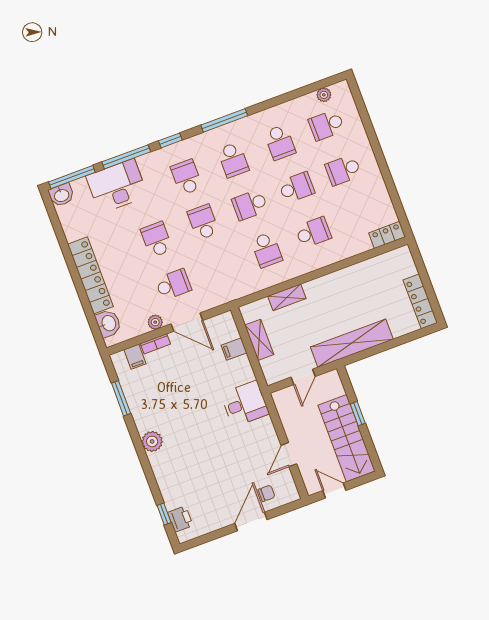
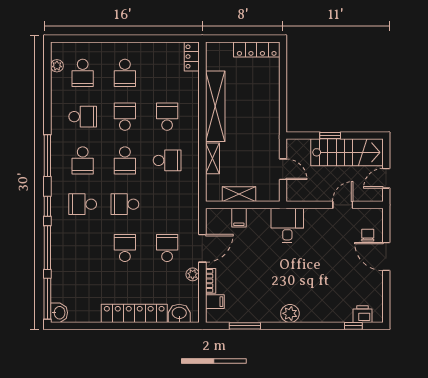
school desk: (233, 160) -> (83, 160), turned 90
desk: (117, 186) -> (69, 264), removed
school desk: (157, 240) -> (125, 248), turned 90
shelving: (352, 343) -> (215, 106), moved
door: (289, 455) -> (343, 205), swing flipped

